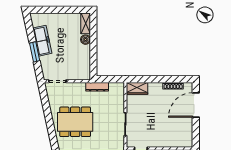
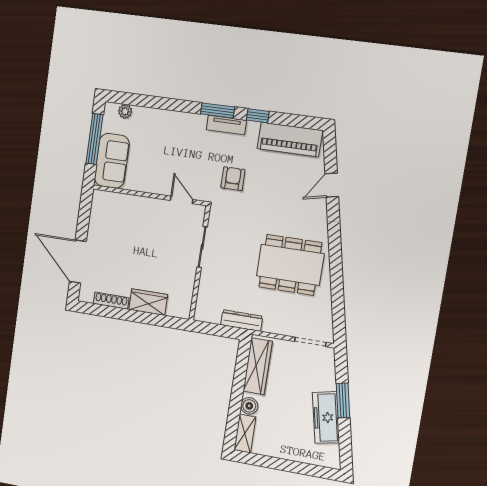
wardrobe: (84, 63) -> (258, 366), added
wardrobe: (137, 88) -> (148, 302), moved
door: (196, 105) -> (78, 262), swing flipped

